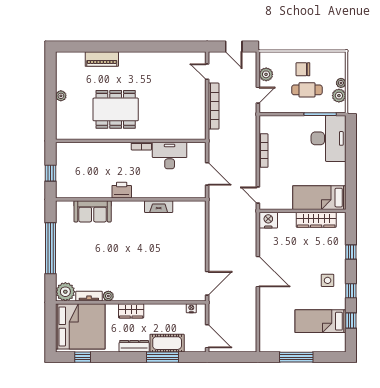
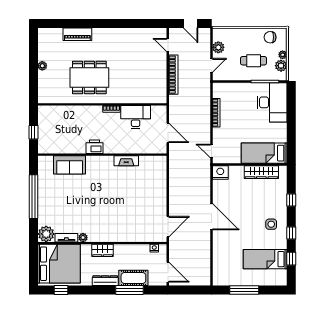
chair: (303, 69) -> (270, 37), moved

